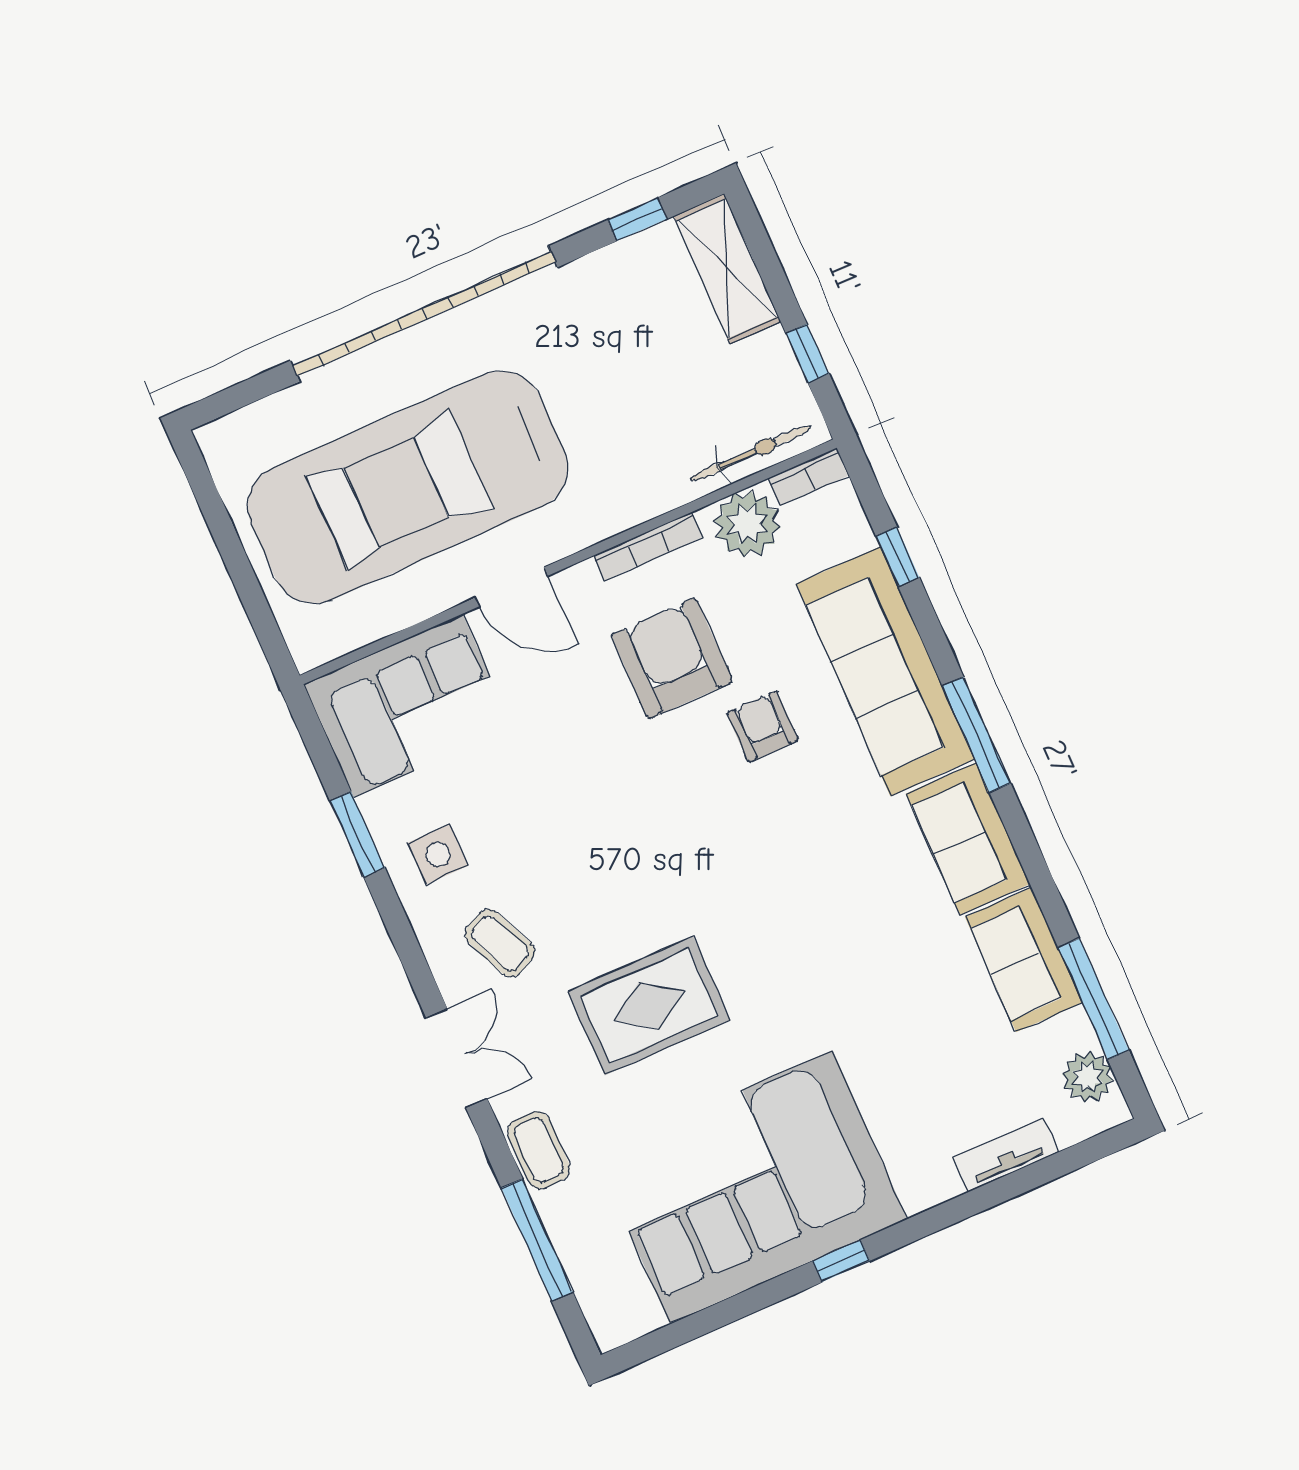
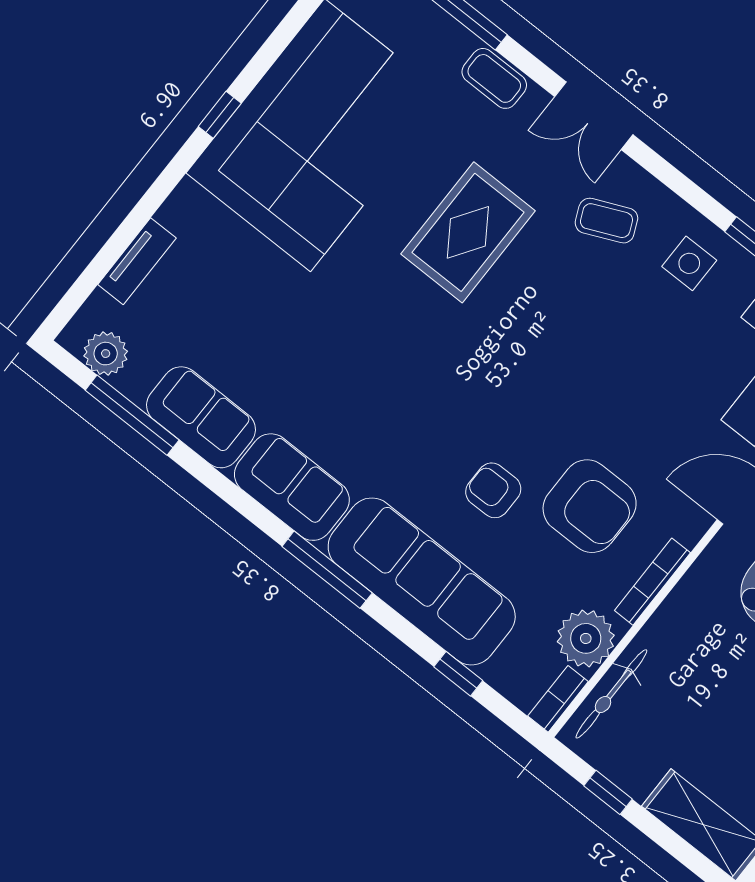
armchair: (763, 727) -> (493, 490), turned 180

